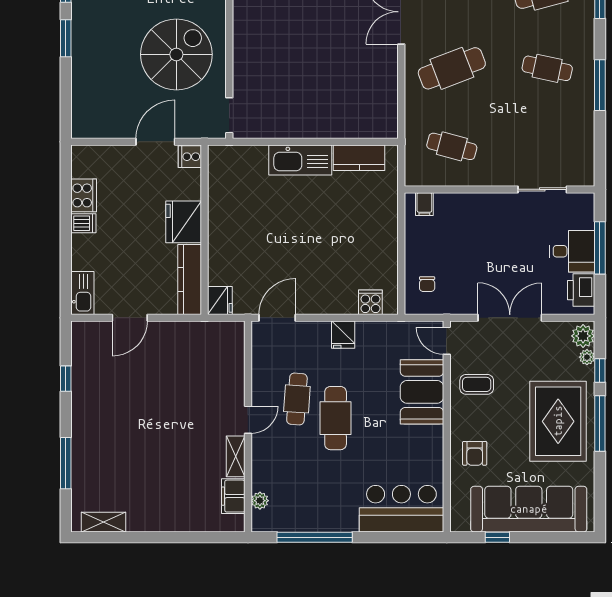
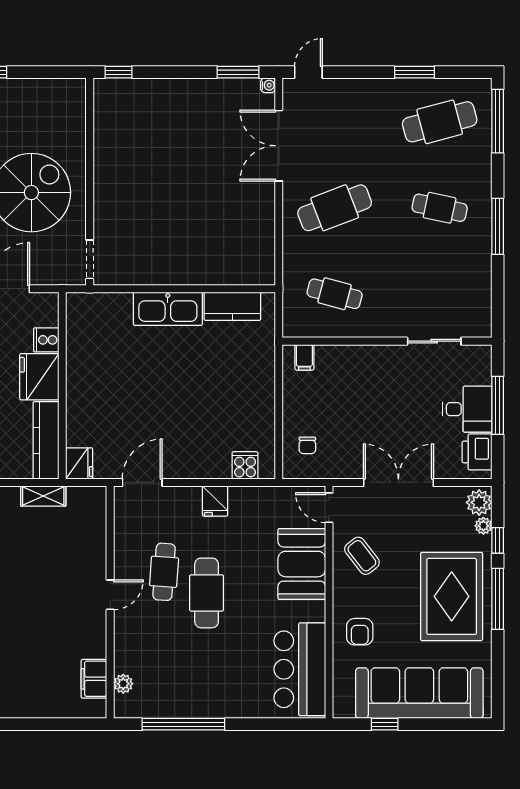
cooker: (190, 157) -> (46, 340), moved
coffee table: (477, 384) -> (362, 556), turned 52
shelving: (236, 456) -> (43, 496), moved, turned 90
bar counter: (401, 509) -> (300, 669), moved, turned -90

